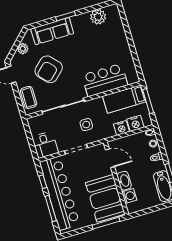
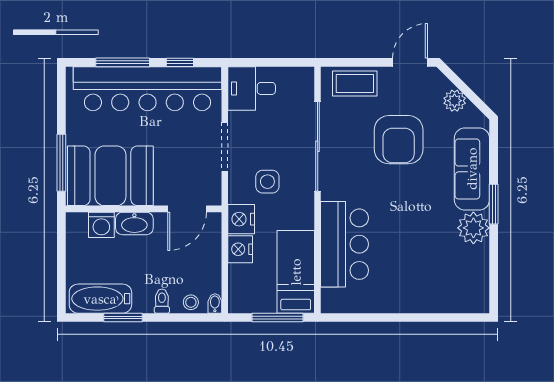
plant: (98, 17) -> (473, 228), moved
armchair: (49, 69) -> (399, 140), turned -137
nightstand: (135, 123) -> (241, 219), moved

